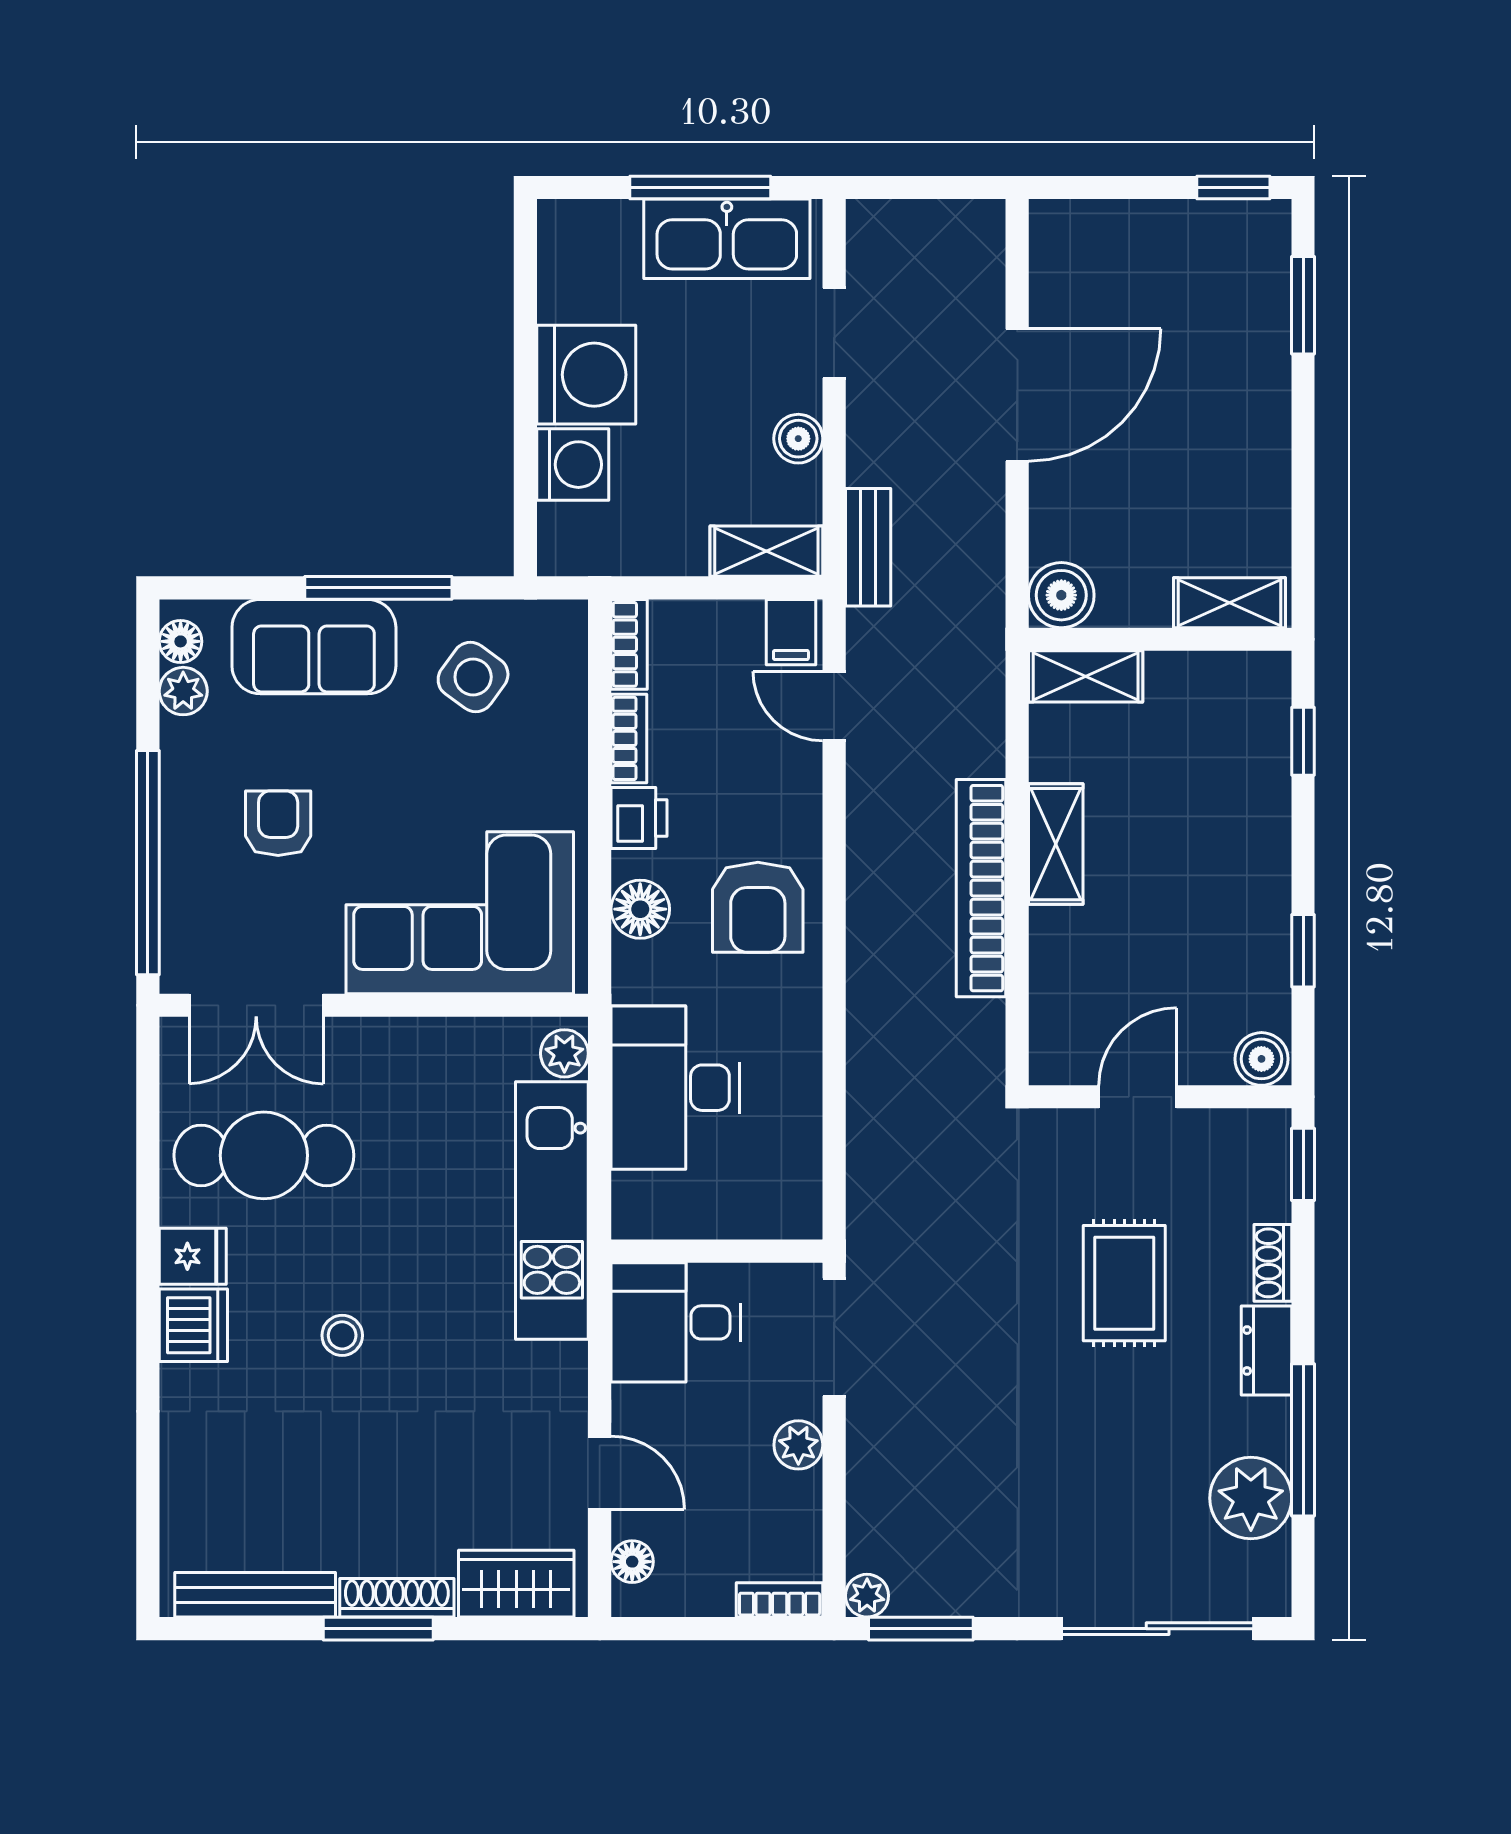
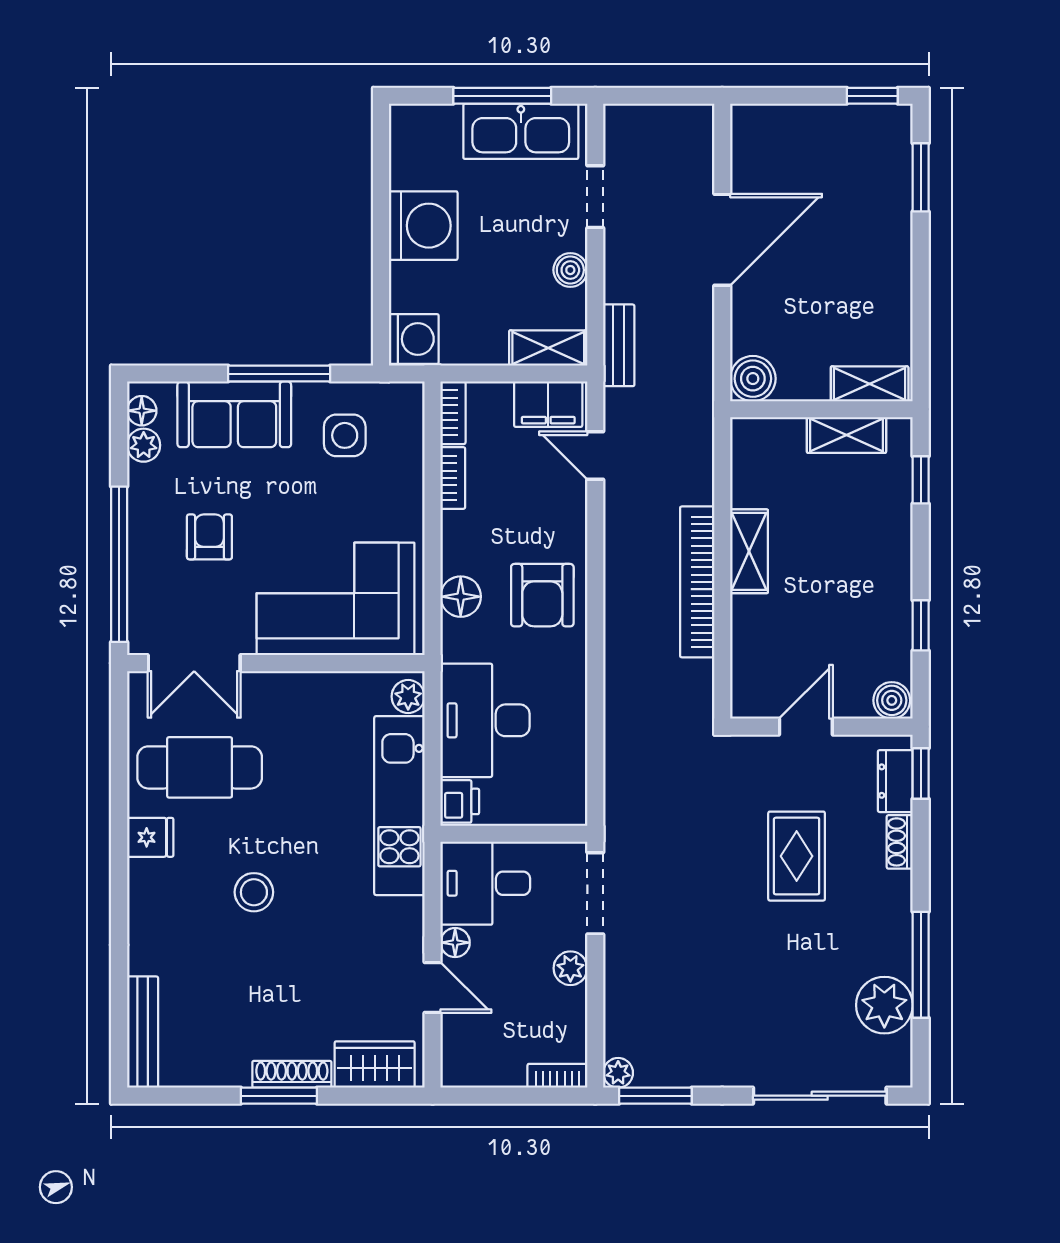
washing machine: (573, 465) -> (414, 339), moved
filing cabinet: (791, 632) -> (548, 404), width x2.00
shelving: (1086, 676) -> (846, 435), moved
side table: (473, 677) -> (345, 435), turned -36
printer: (639, 818) -> (460, 801), moved
dishwasher: (193, 1325) -> (151, 885), removed
stool: (342, 1335) -> (254, 892), width x1.37, depth x1.37
dresser: (1267, 1350) -> (895, 781), moved
floor lamp: (632, 1562) -> (455, 943), moved
bench: (255, 1595) -> (143, 1032), moved, turned 90

